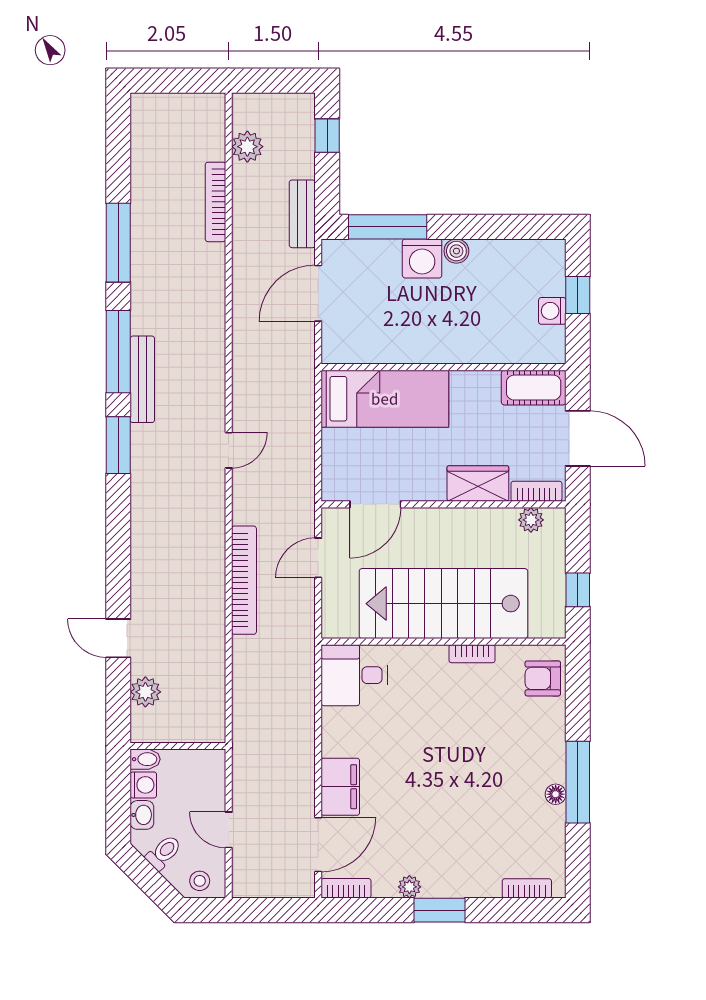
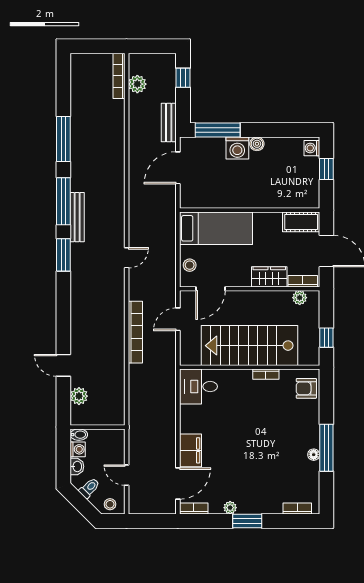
bookcase: (215, 202) -> (119, 76), moved
washing machine: (552, 311) -> (312, 148), moved
stool: (339, 463) -> (190, 265), added

